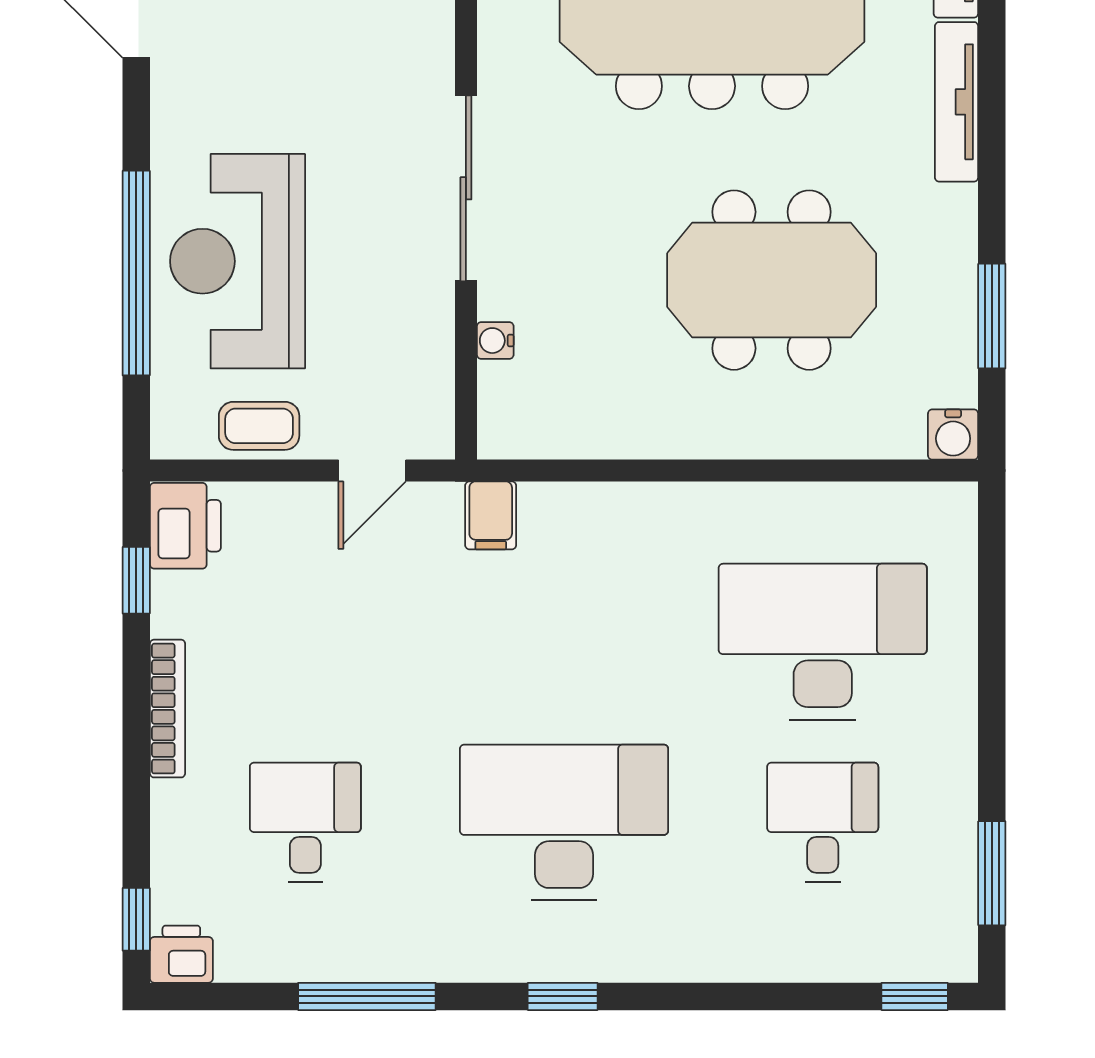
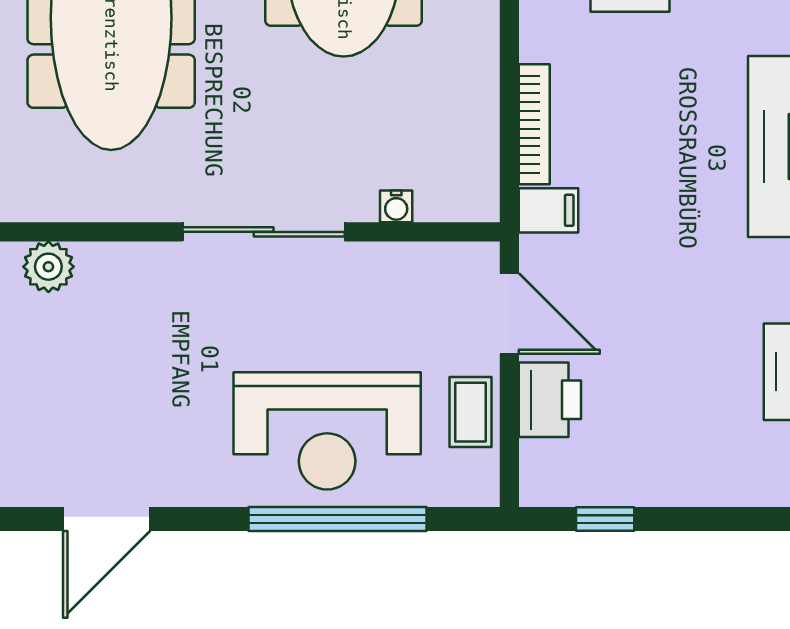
door: (372, 471) -> (509, 314), width x1.38
printer: (185, 526) -> (550, 400), moved, turned 90
bookcase: (168, 709) -> (534, 124), moved, turned 90

